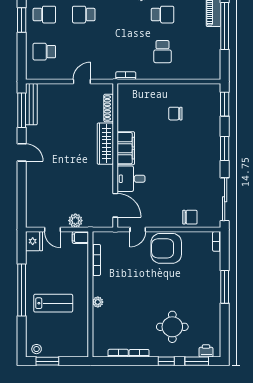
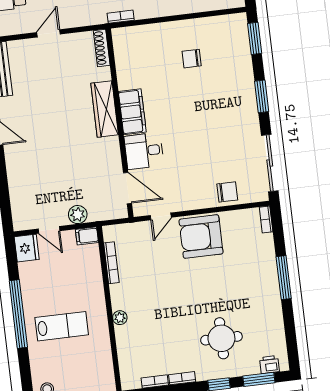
door: (82, 82) -> (48, 33), moved
shoe rack: (109, 108) -> (102, 48), moved

